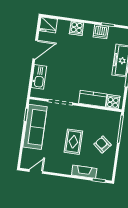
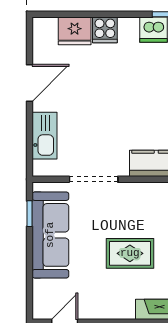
fridge: (48, 25) -> (75, 31), moved
rug: (73, 142) -> (130, 253), turned 90

